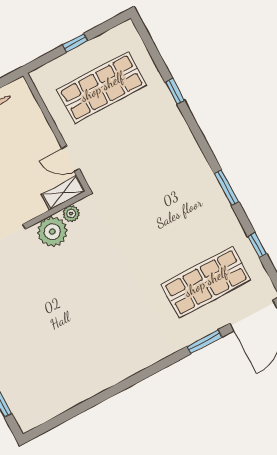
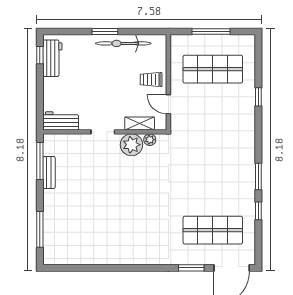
window: (75, 43) -> (211, 31), width x2.17
trolley: (34, 140) -> (151, 80), added
shelving: (63, 193) -> (140, 123), moved
window: (257, 245) -> (258, 211), moved

